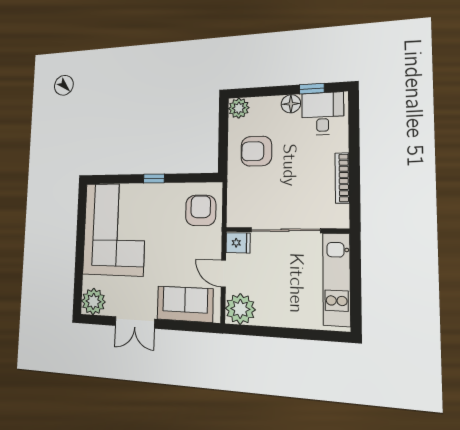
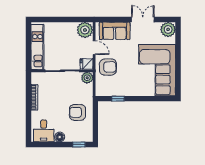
window: (312, 89) -> (79, 145), moved
plant: (239, 108) -> (87, 78), moved
armchair: (256, 151) -> (77, 112), turned 180
window: (154, 179) -> (118, 99), moved
armchair: (201, 210) -> (108, 67), moved, turned -90

